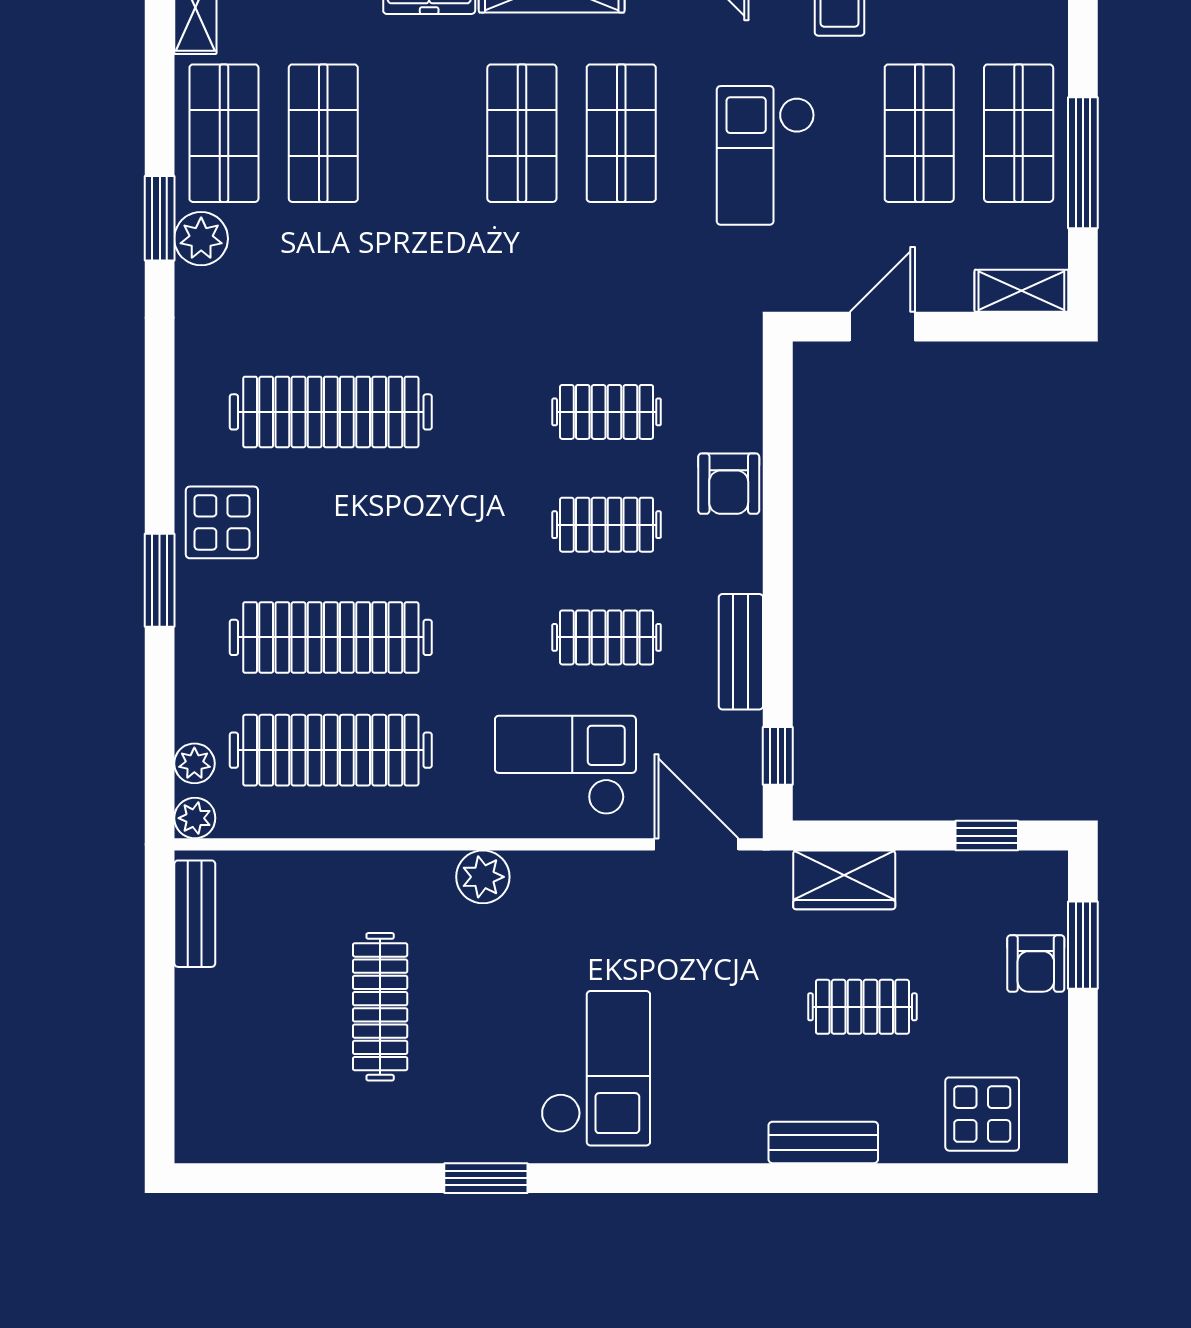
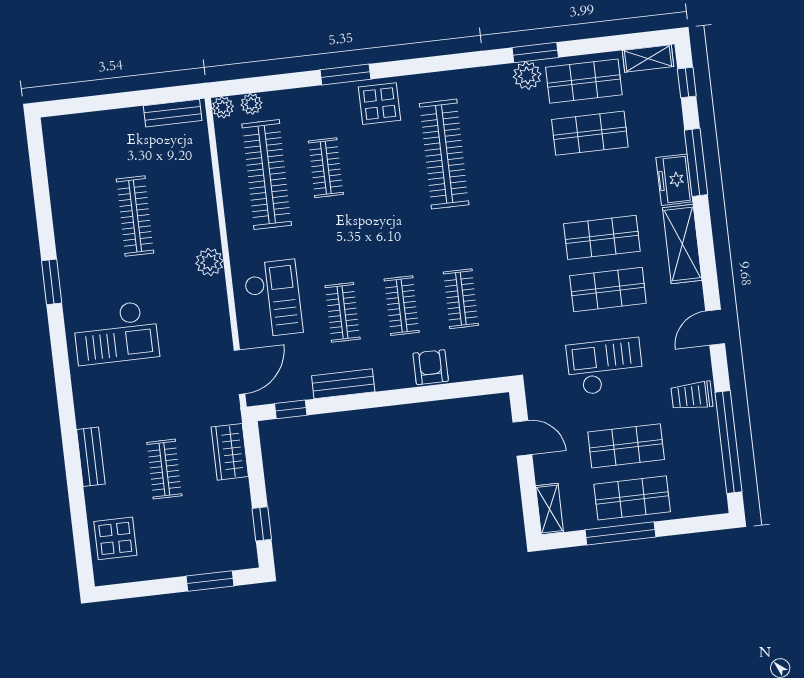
armchair: (729, 484) -> (431, 367), turned 90
clothes rail: (331, 637) -> (326, 168), width x0.54, depth x0.76
armchair: (1036, 964) -> (198, 557), removed
clothes rail: (380, 1007) -> (135, 216), turned 90

